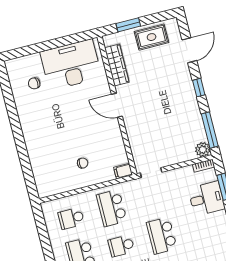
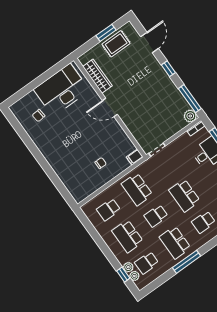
window: (128, 25) -> (106, 33), moved

